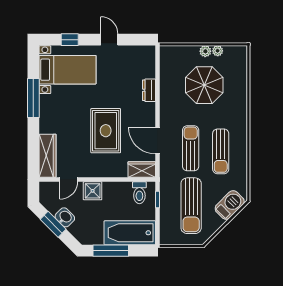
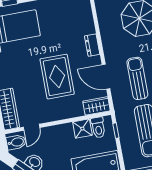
dresser: (149, 90) -> (92, 45), moved
shower: (93, 191) -> (82, 129), moved
bidet: (49, 192) -> (16, 142), added

